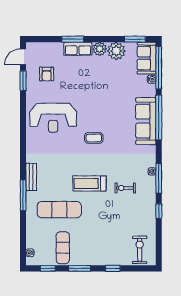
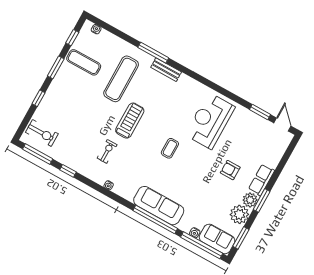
window: (73, 39) -> (262, 200), moved
armchair: (47, 74) -> (230, 170), moved
window: (159, 178) -> (38, 154), moved

